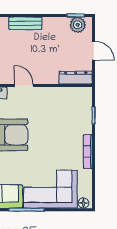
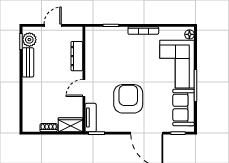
bench: (25, 23) -> (28, 62), moved
dresser: (76, 78) -> (77, 56), moved

